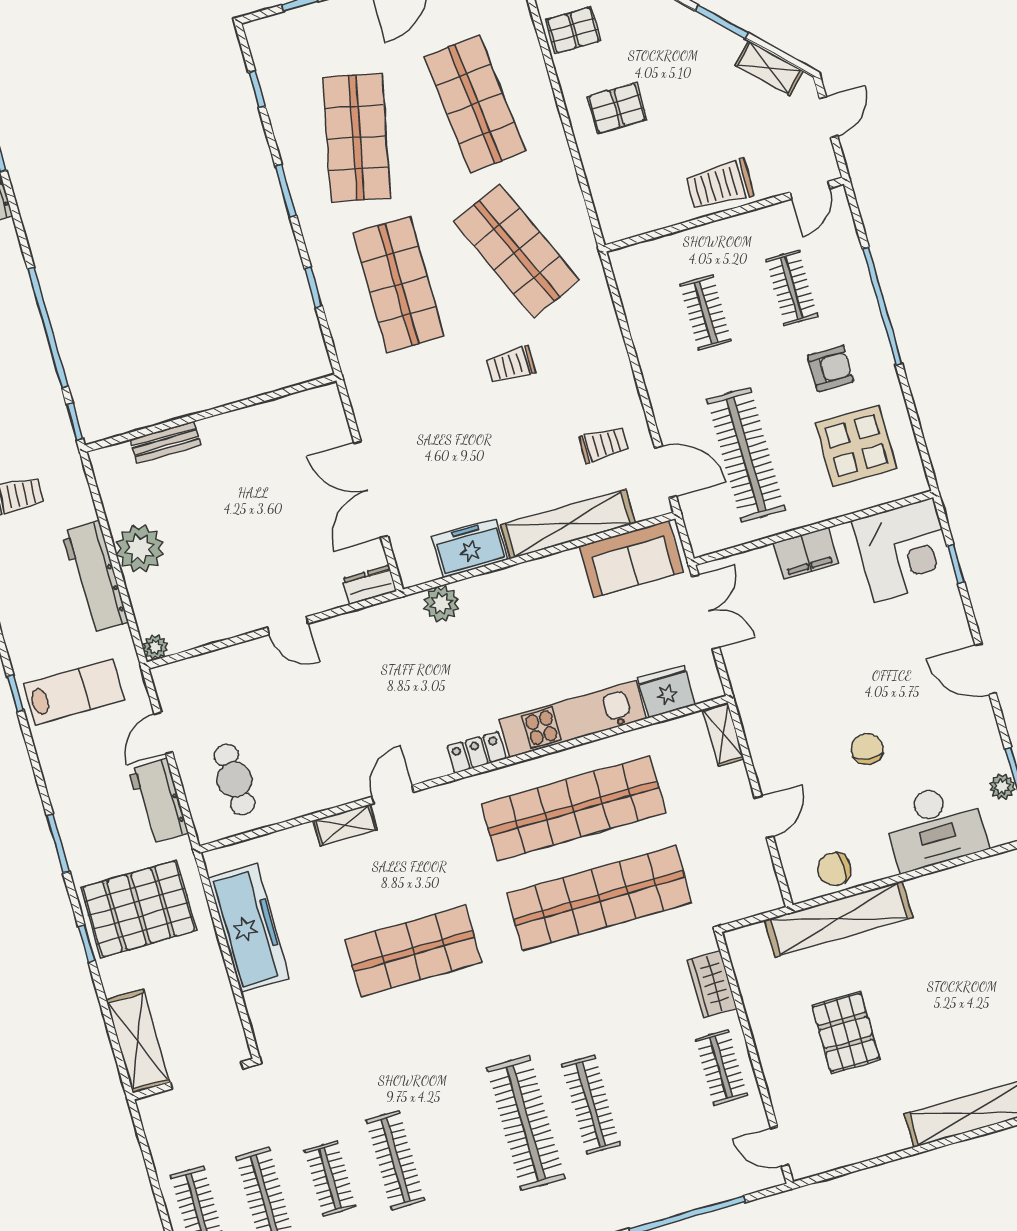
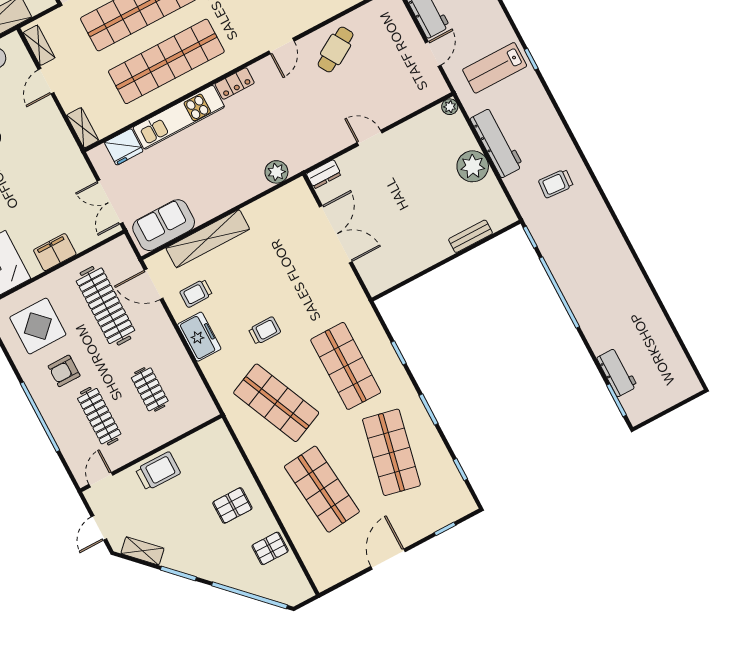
clothes rail: (792, 288) -> (99, 416), width x1.36
freezer: (470, 548) -> (199, 337), moved, turned -90
cafe table: (234, 779) -> (336, 49), moved, turned 62
shelving: (345, 825) -> (39, 45), moved, turned 90

